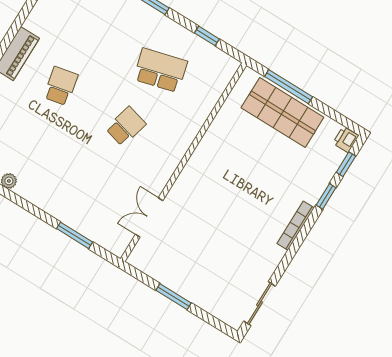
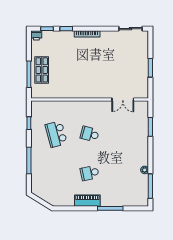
shop shelf: (282, 113) -> (42, 70), width x0.70, depth x0.74

